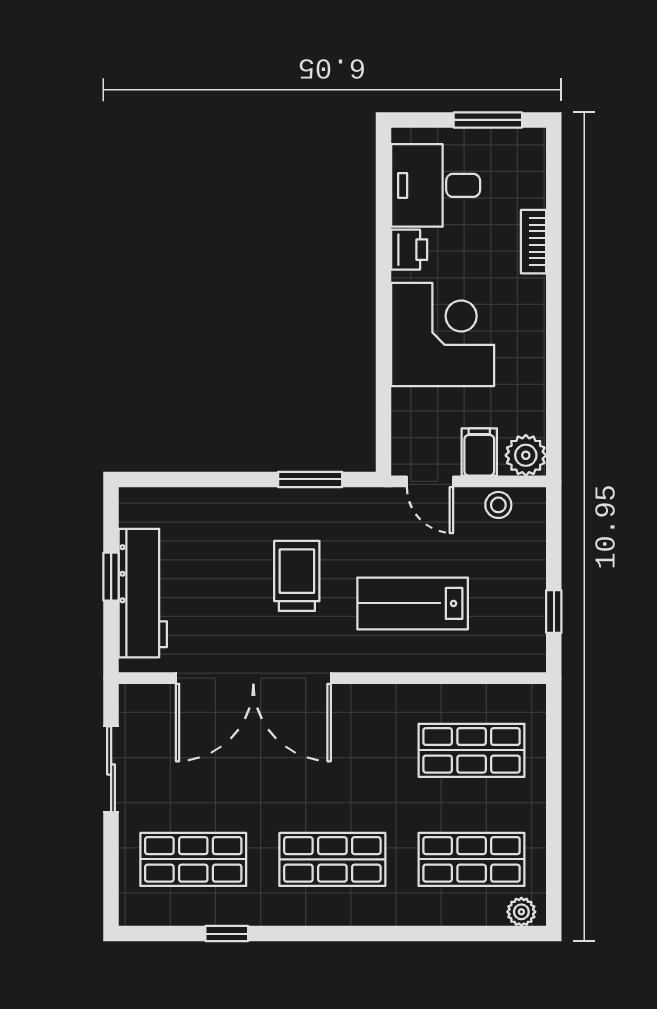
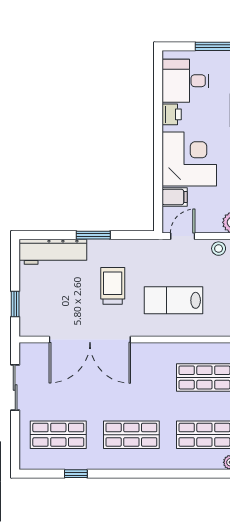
filing cabinet: (479, 452) -> (175, 197), moved, turned 90
window: (310, 479) -> (93, 235), moved
door: (430, 481) -> (183, 236), swing flipped
window: (111, 577) -> (15, 304), moved
workbench: (143, 593) -> (53, 252), moved, turned 90

